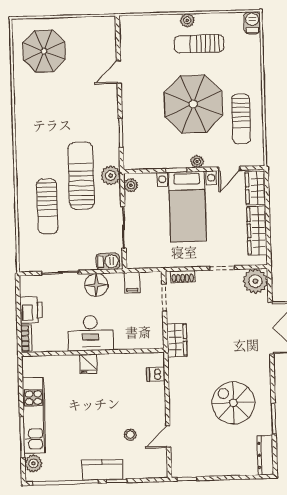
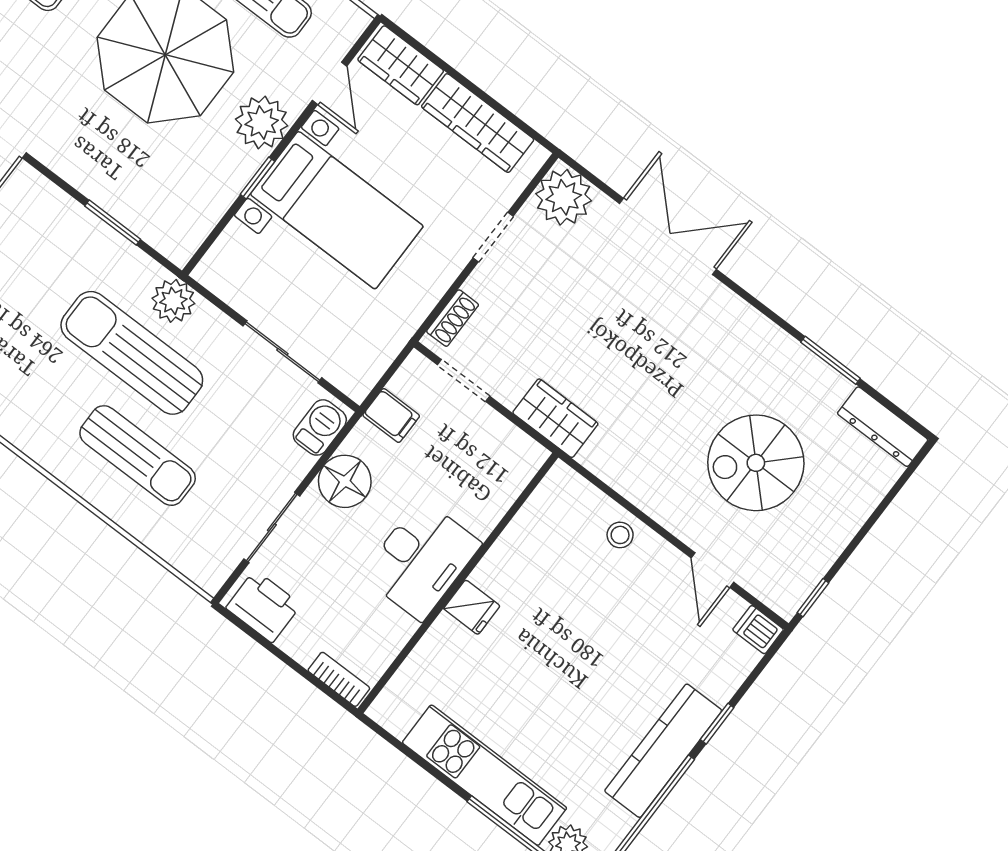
plant: (197, 162) -> (262, 122), width x1.87, depth x1.87
plant: (131, 185) -> (219, 279), removed
printer: (31, 310) -> (263, 606), moved
dishwasher: (156, 374) -> (758, 630), moved, turned 90
spiral stairs: (233, 403) -> (756, 463), moved
stool: (130, 435) -> (620, 535), moved
kitchen counter: (102, 470) -> (663, 751), width x1.50

